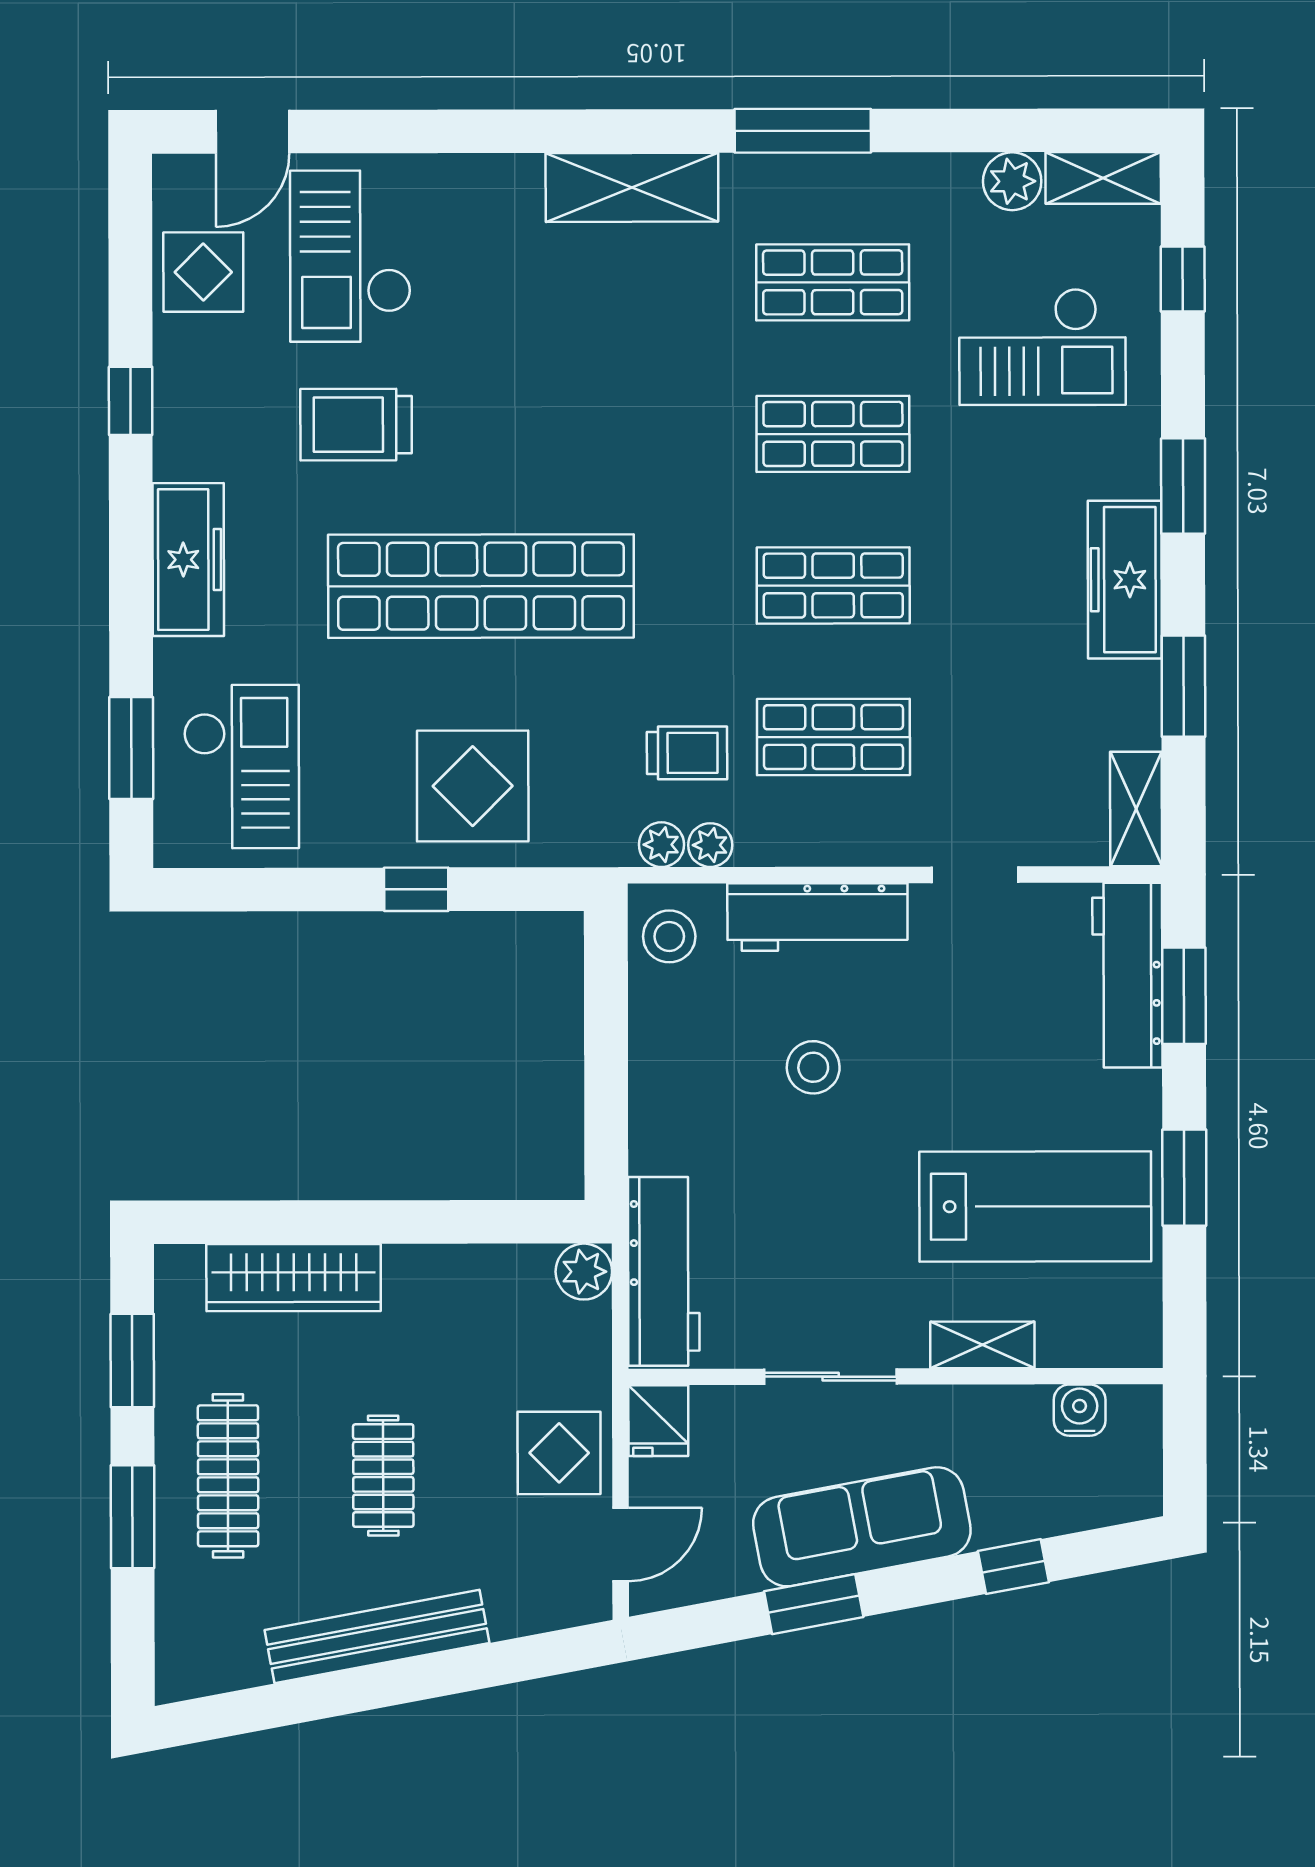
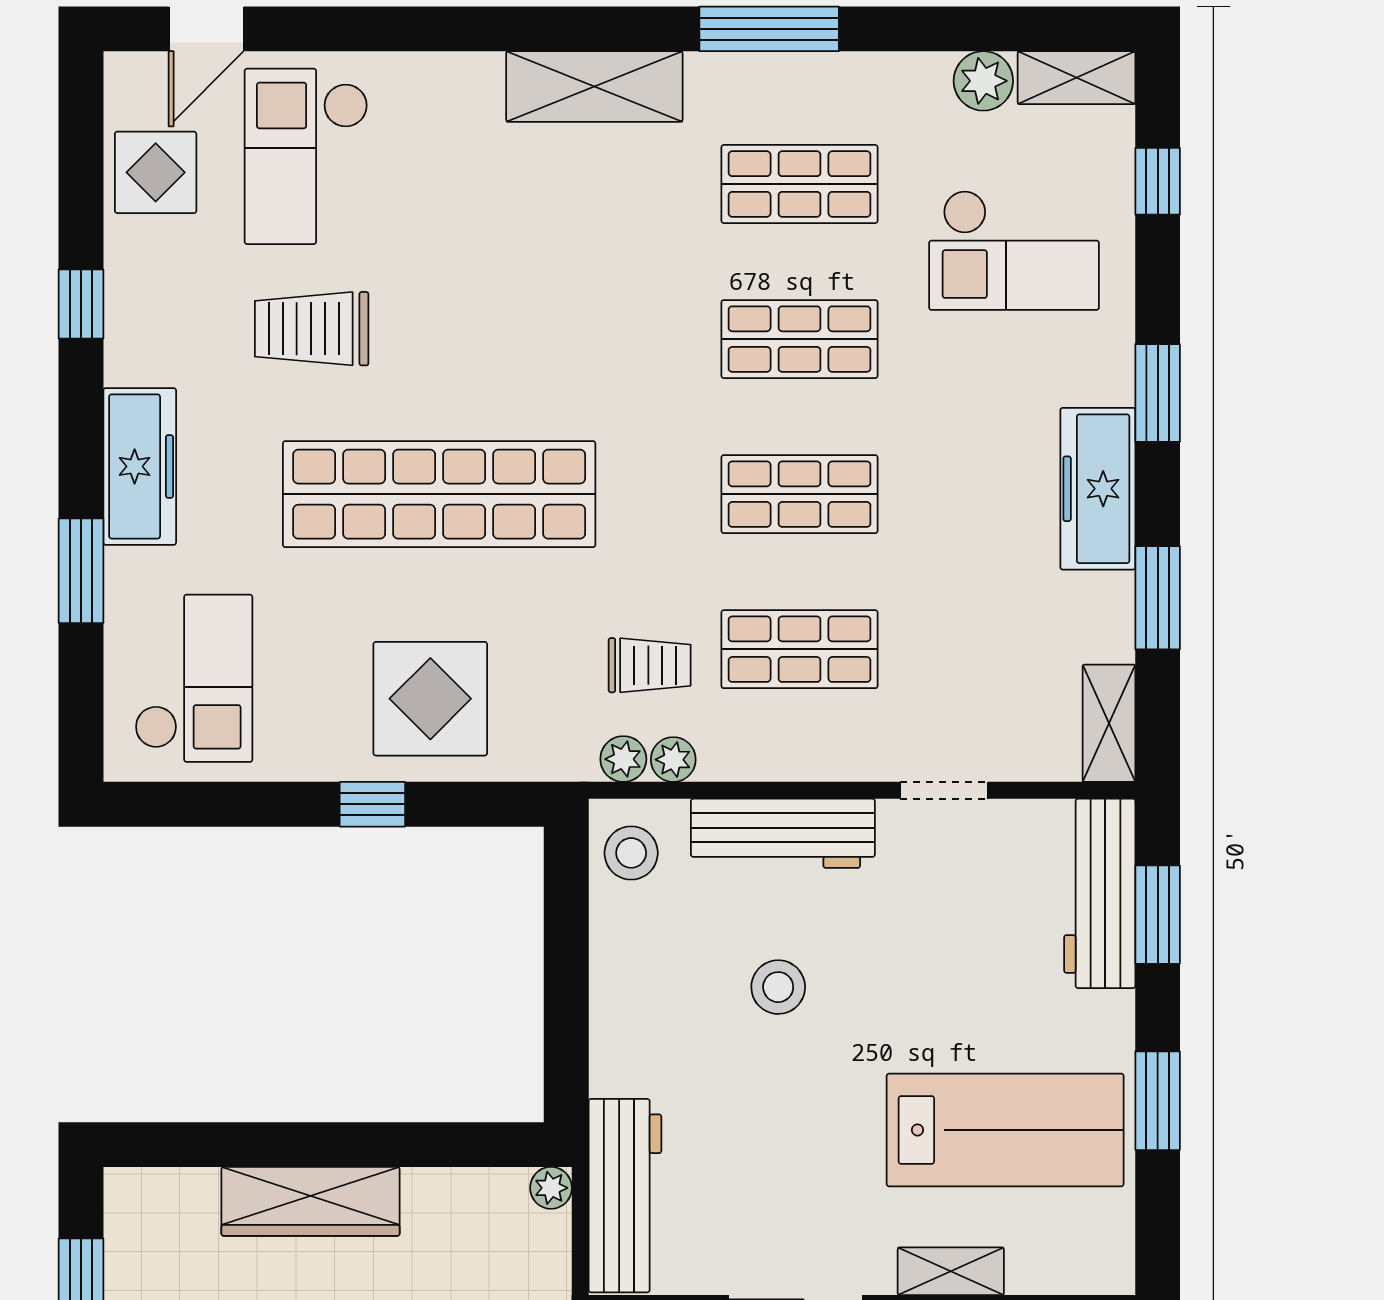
window: (131, 748) -> (81, 571), moved
plant: (584, 1272) -> (551, 1188), width x0.73, depth x0.73
wardrobe: (294, 1278) -> (311, 1201), moved

